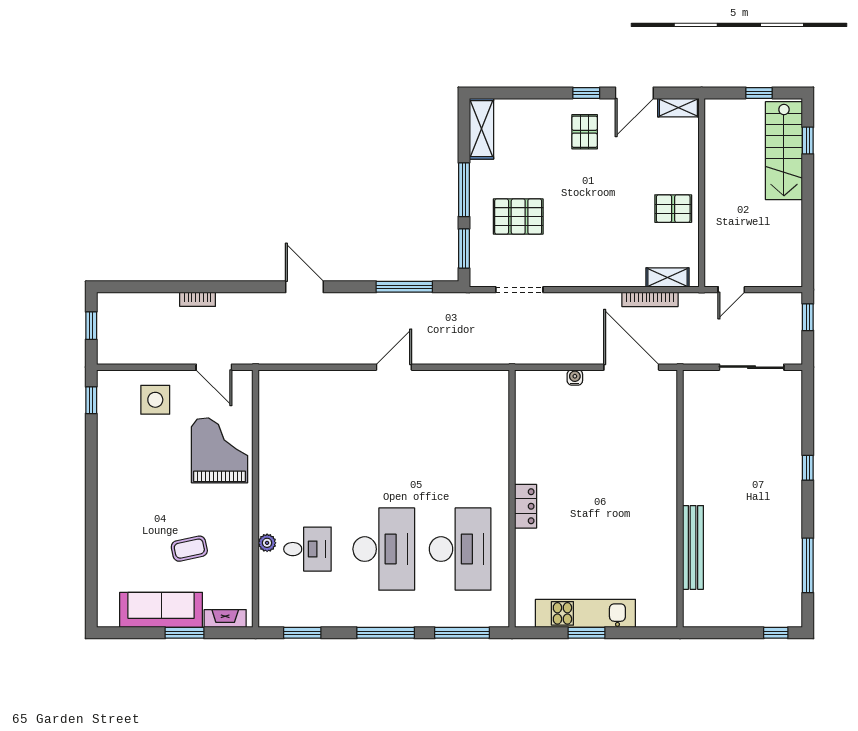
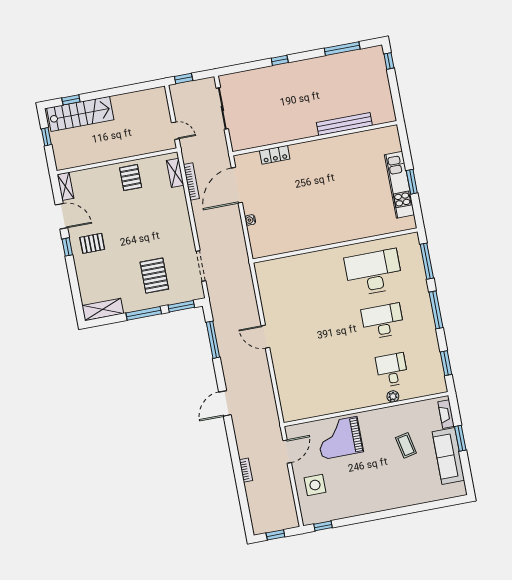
locker: (526, 506) -> (275, 155), moved, turned 180
desk: (384, 549) -> (383, 321), width x0.73, depth x0.77

